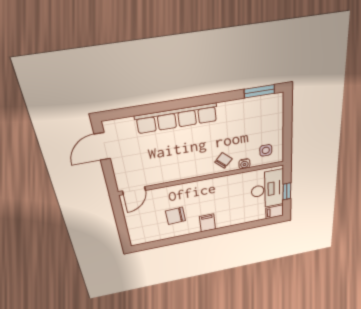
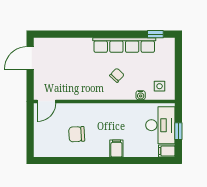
window: (259, 91) -> (155, 34), width x0.67
row of seats: (177, 118) -> (124, 45), moved
chair: (223, 160) -> (117, 75), moved
filing cabinet: (207, 223) -> (116, 148), moved

